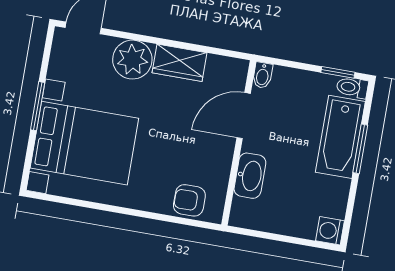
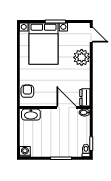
wardrobe: (179, 63) -> (84, 77), removed
dresser: (227, 68) -> (85, 97), added
bathtub: (340, 137) -> (65, 149), removed
washbasin: (250, 176) -> (31, 115), moved

